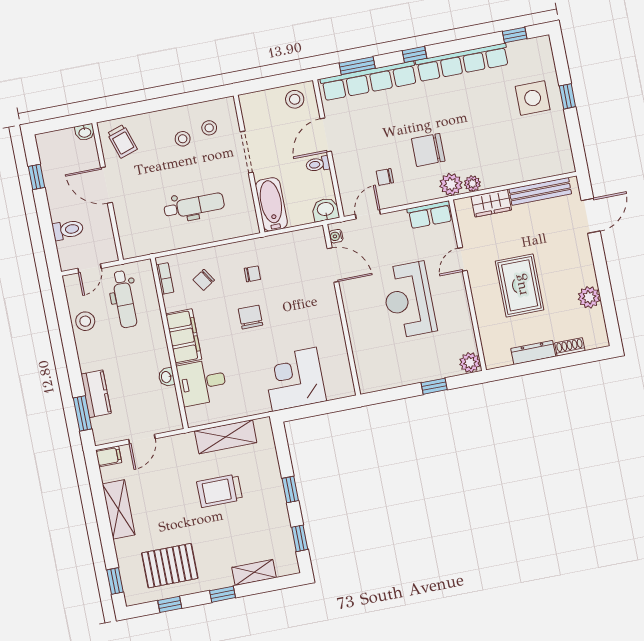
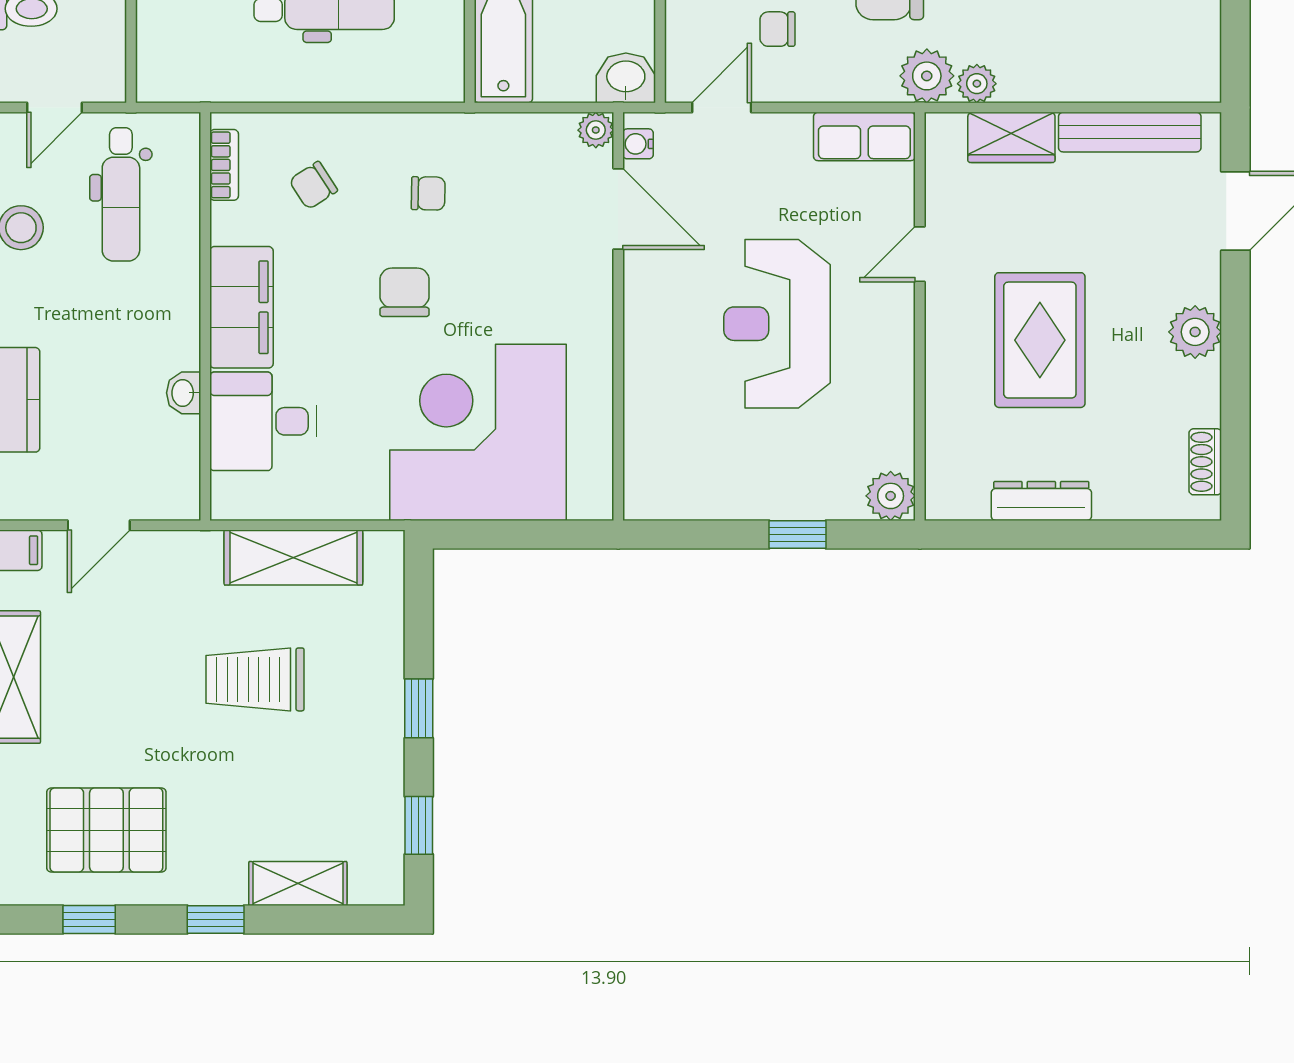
plant: (317, 234) -> (596, 130), added
plant: (589, 297) -> (1195, 332), moved
shoe rack: (570, 347) -> (1205, 462), moved, turned -90
corner desk: (294, 379) -> (478, 432), width x1.36, depth x1.36

